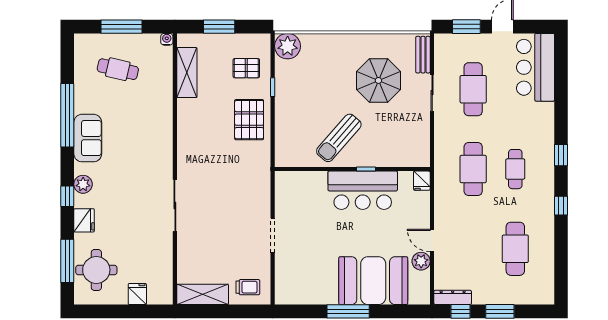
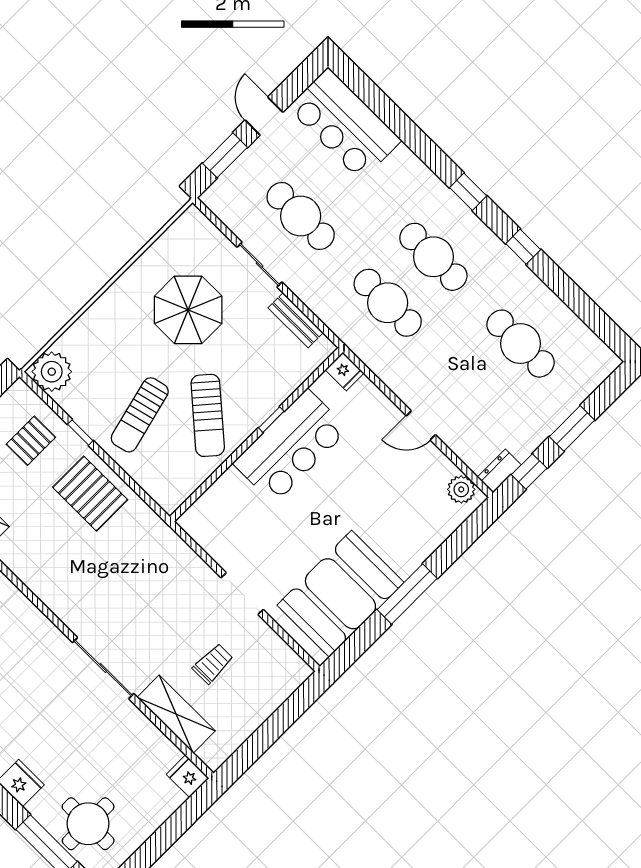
bench: (423, 55) -> (296, 320), moved
sun lounger: (308, 106) -> (140, 415), added
cafe table: (515, 169) -> (433, 257), width x1.37, depth x1.35
plant: (421, 261) -> (461, 489), moved
booth: (373, 281) -> (340, 594), moved
trolley: (248, 287) -> (213, 664), moved
fridge: (137, 294) -> (188, 776), moved
shelving: (203, 294) -> (176, 714), moved, turned 90
dresser: (453, 297) -> (499, 471), width x0.70

